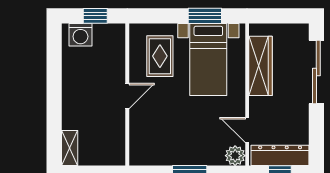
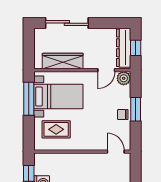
window: (205, 16) -> (29, 99), width x1.44
door: (127, 96) -> (116, 152), moved
chair: (182, 154) -> (123, 115), added

